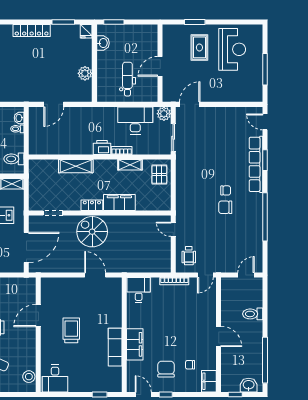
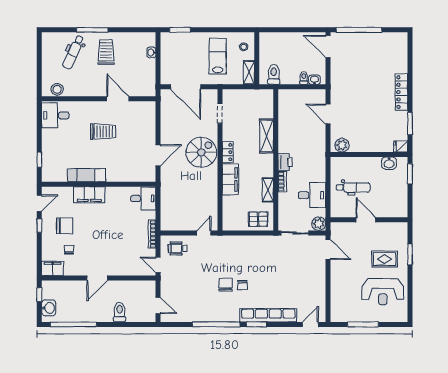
plant: (85, 73) -> (342, 145), moved
desk: (135, 120) -> (312, 195), width x0.73
window: (265, 160) -> (257, 324), moved

